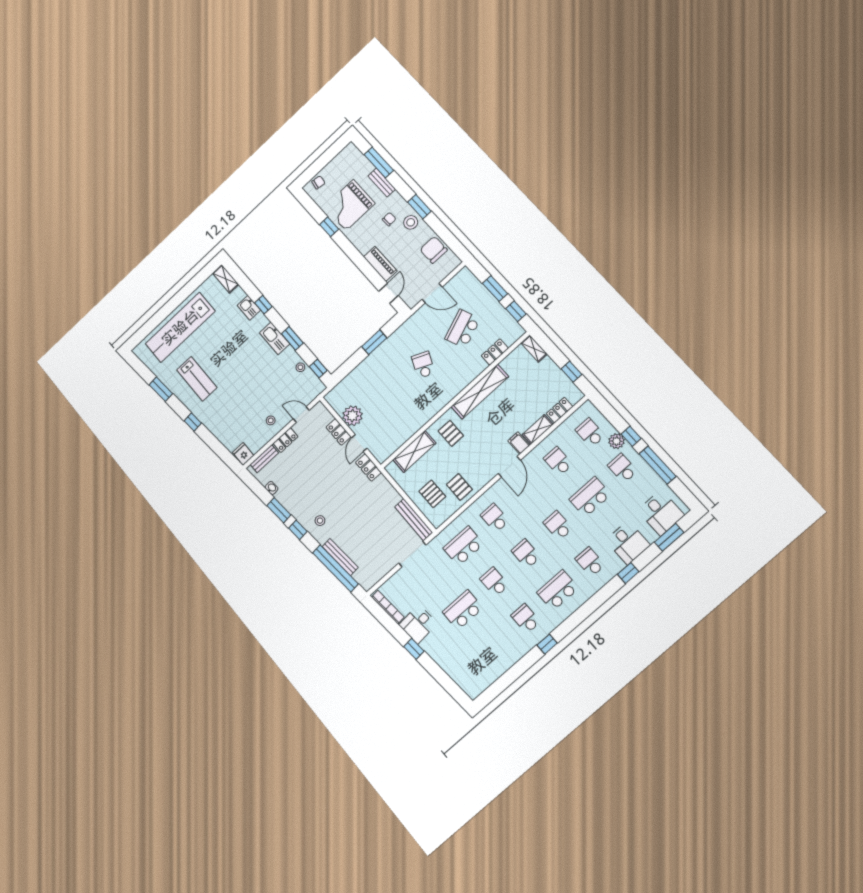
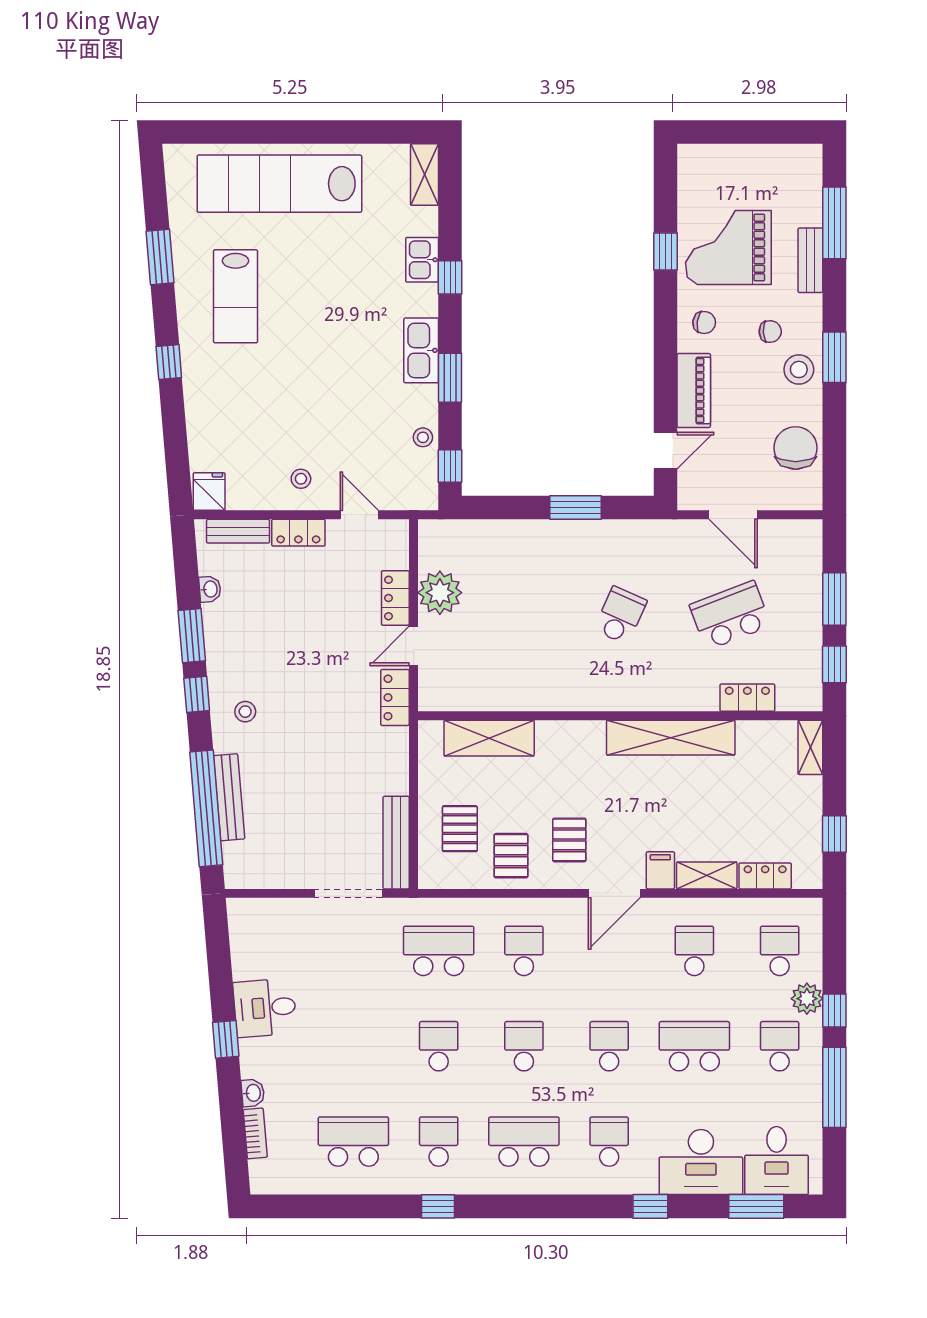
chair: (318, 182) -> (704, 322), moved
pallet: (451, 433) -> (569, 840), moved
desk: (628, 543) -> (701, 1162), width x1.37
bookcase: (388, 607) -> (255, 1133), moved, width x0.64
school desk: (463, 610) -> (353, 1142), moved
washbasin: (441, 661) -> (253, 1093), added

